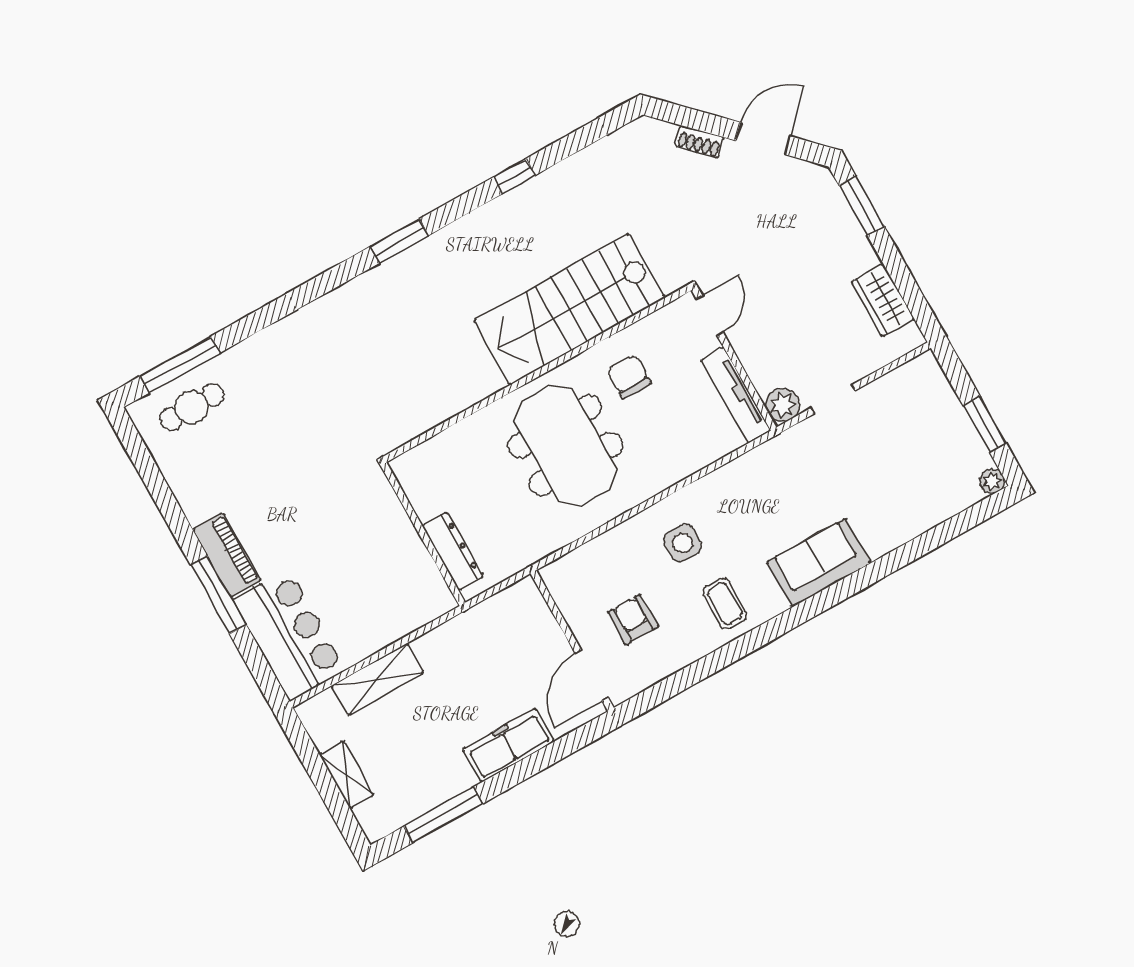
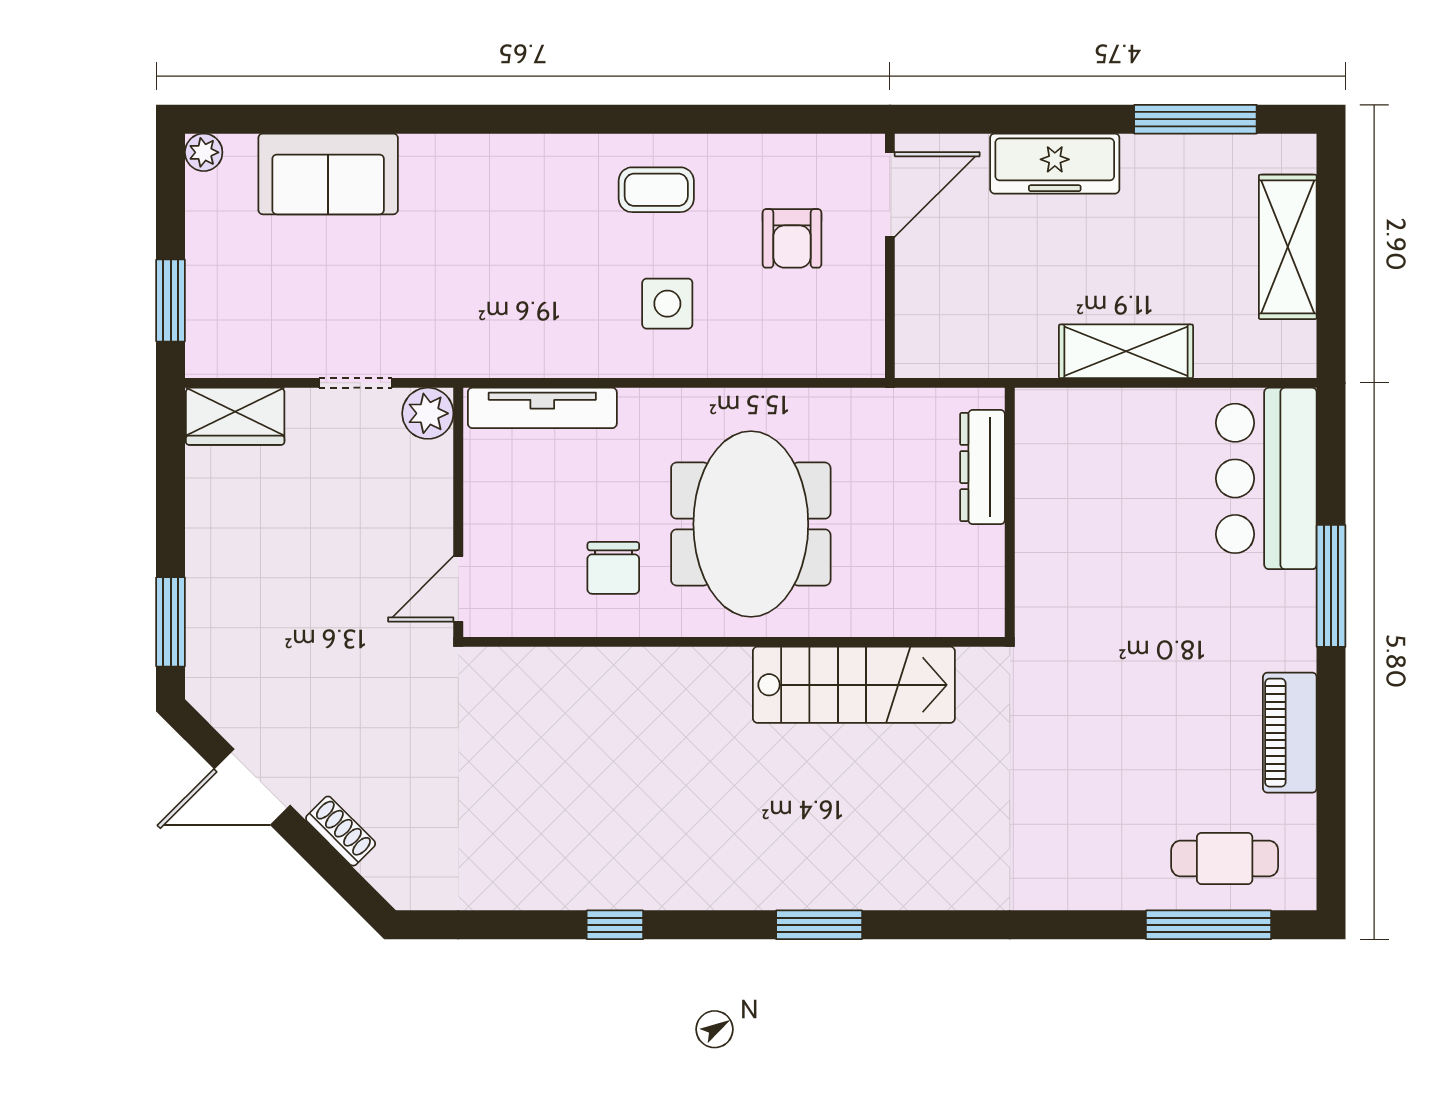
wardrobe: (883, 300) -> (235, 416), moved, turned 90
stairs: (569, 309) -> (854, 685), moved, width x0.73, depth x0.66
tv unit: (736, 395) -> (542, 408), moved, turned 90
window: (985, 424) -> (171, 300), moved
piano: (227, 555) -> (1290, 733), moved
sofa: (819, 563) -> (328, 174), moved
coffee table: (725, 604) -> (656, 190), turned 90
shelving: (378, 679) -> (1126, 351), moved
shelving: (347, 775) -> (1288, 247), width x1.50, depth x1.33

